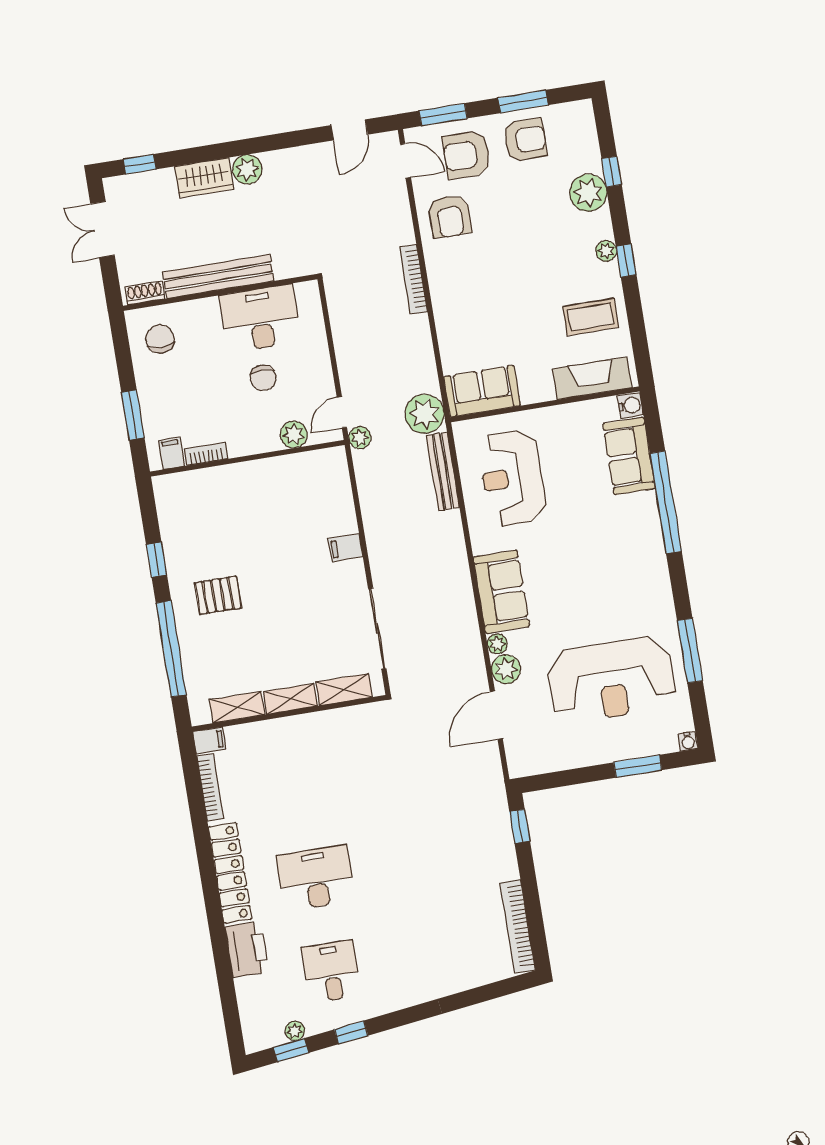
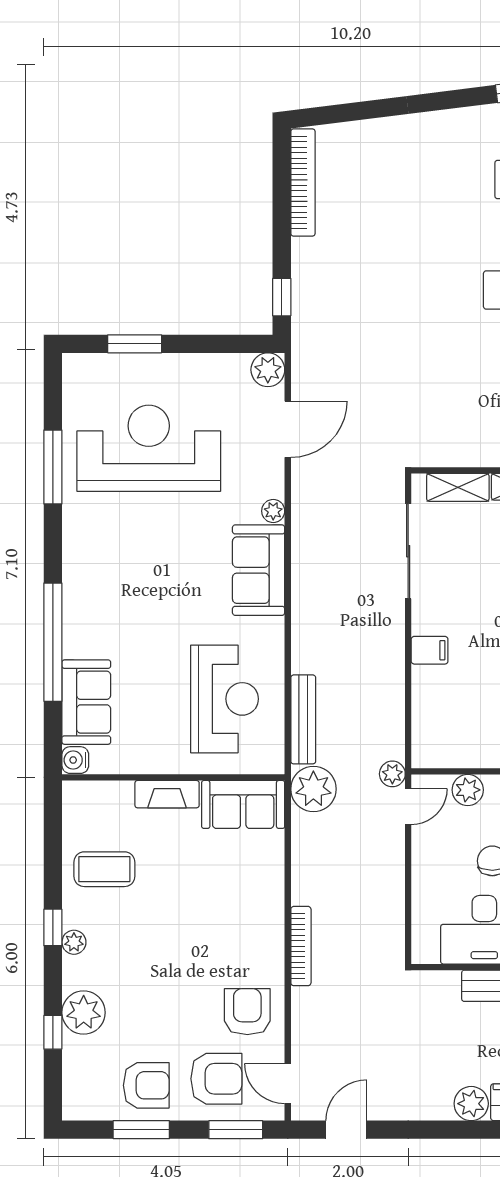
armchair: (525, 140) -> (146, 1085), turned 180
fireplace: (592, 378) -> (167, 794), moved, width x0.73, depth x0.76
plant: (506, 669) -> (268, 370), moved
water cooler: (688, 741) -> (72, 363), removed

